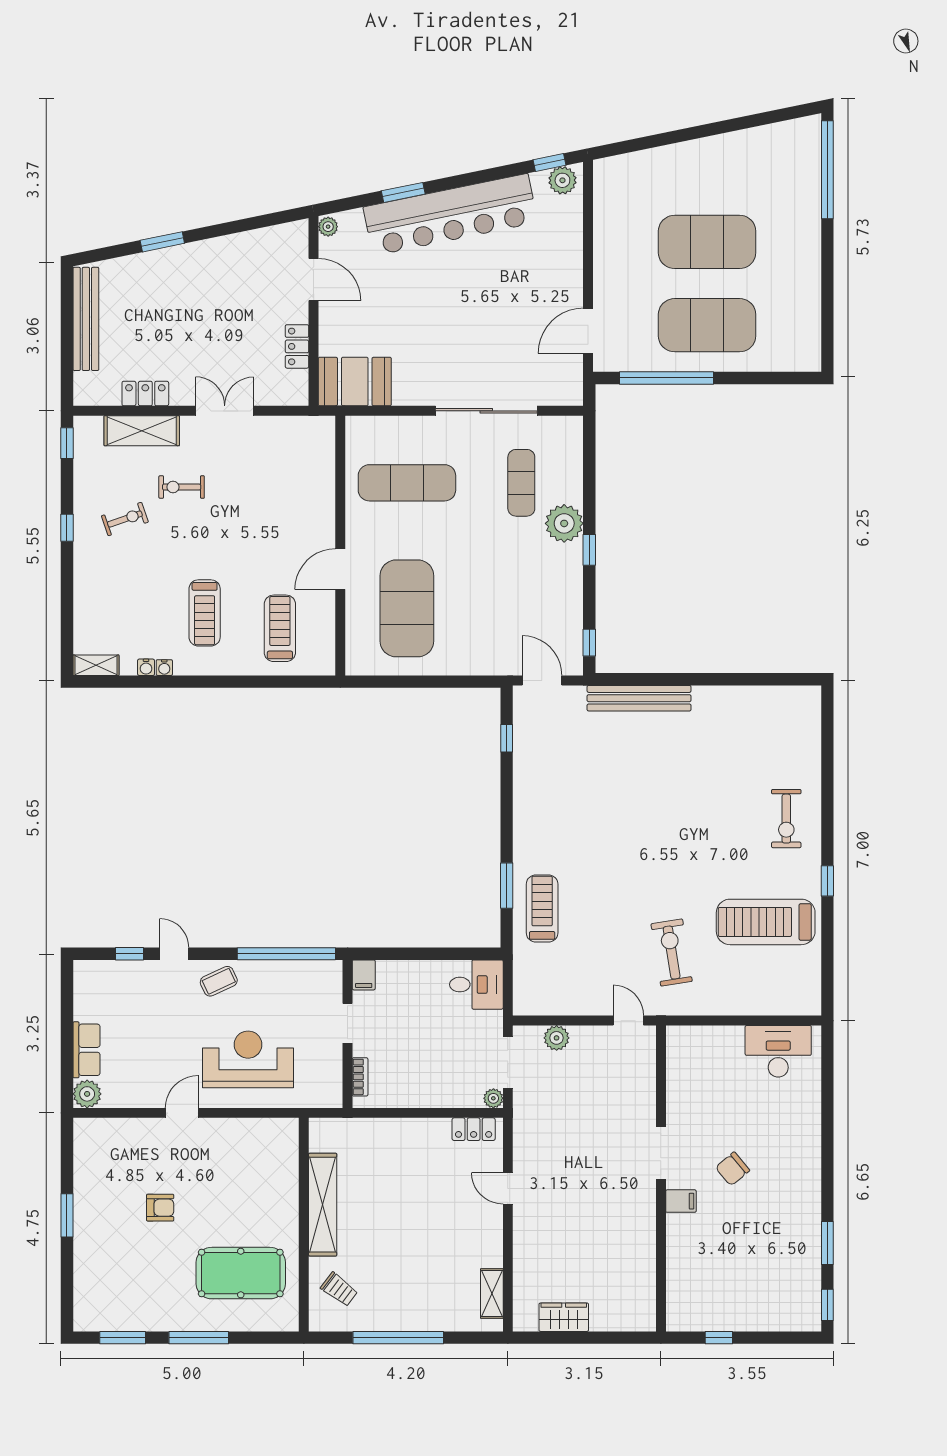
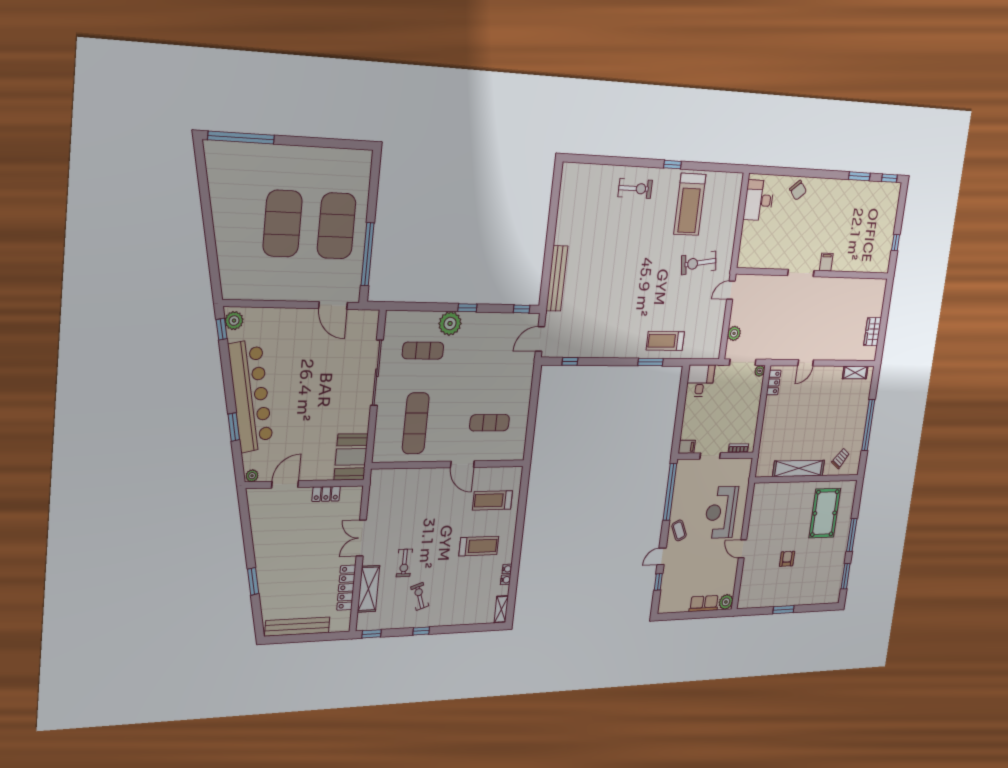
locker: (145, 393) -> (346, 588), width x1.53
exercise mat: (407, 608) -> (489, 423), width x0.50, depth x0.69
chair: (733, 1169) -> (798, 190), moved

